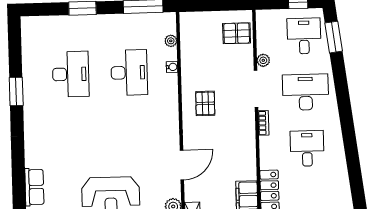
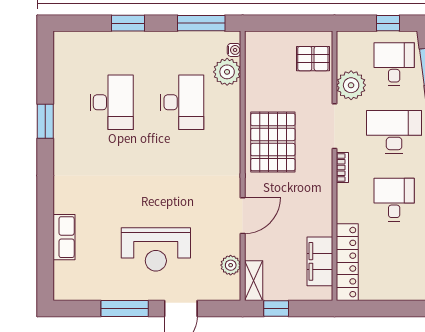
plant: (171, 41) -> (227, 72), width x1.87, depth x1.87
plant: (263, 60) -> (351, 85), width x1.88, depth x1.88
water cooler: (172, 67) -> (234, 50), moved
pallet: (205, 103) -> (273, 142), width x2.05, depth x2.00

